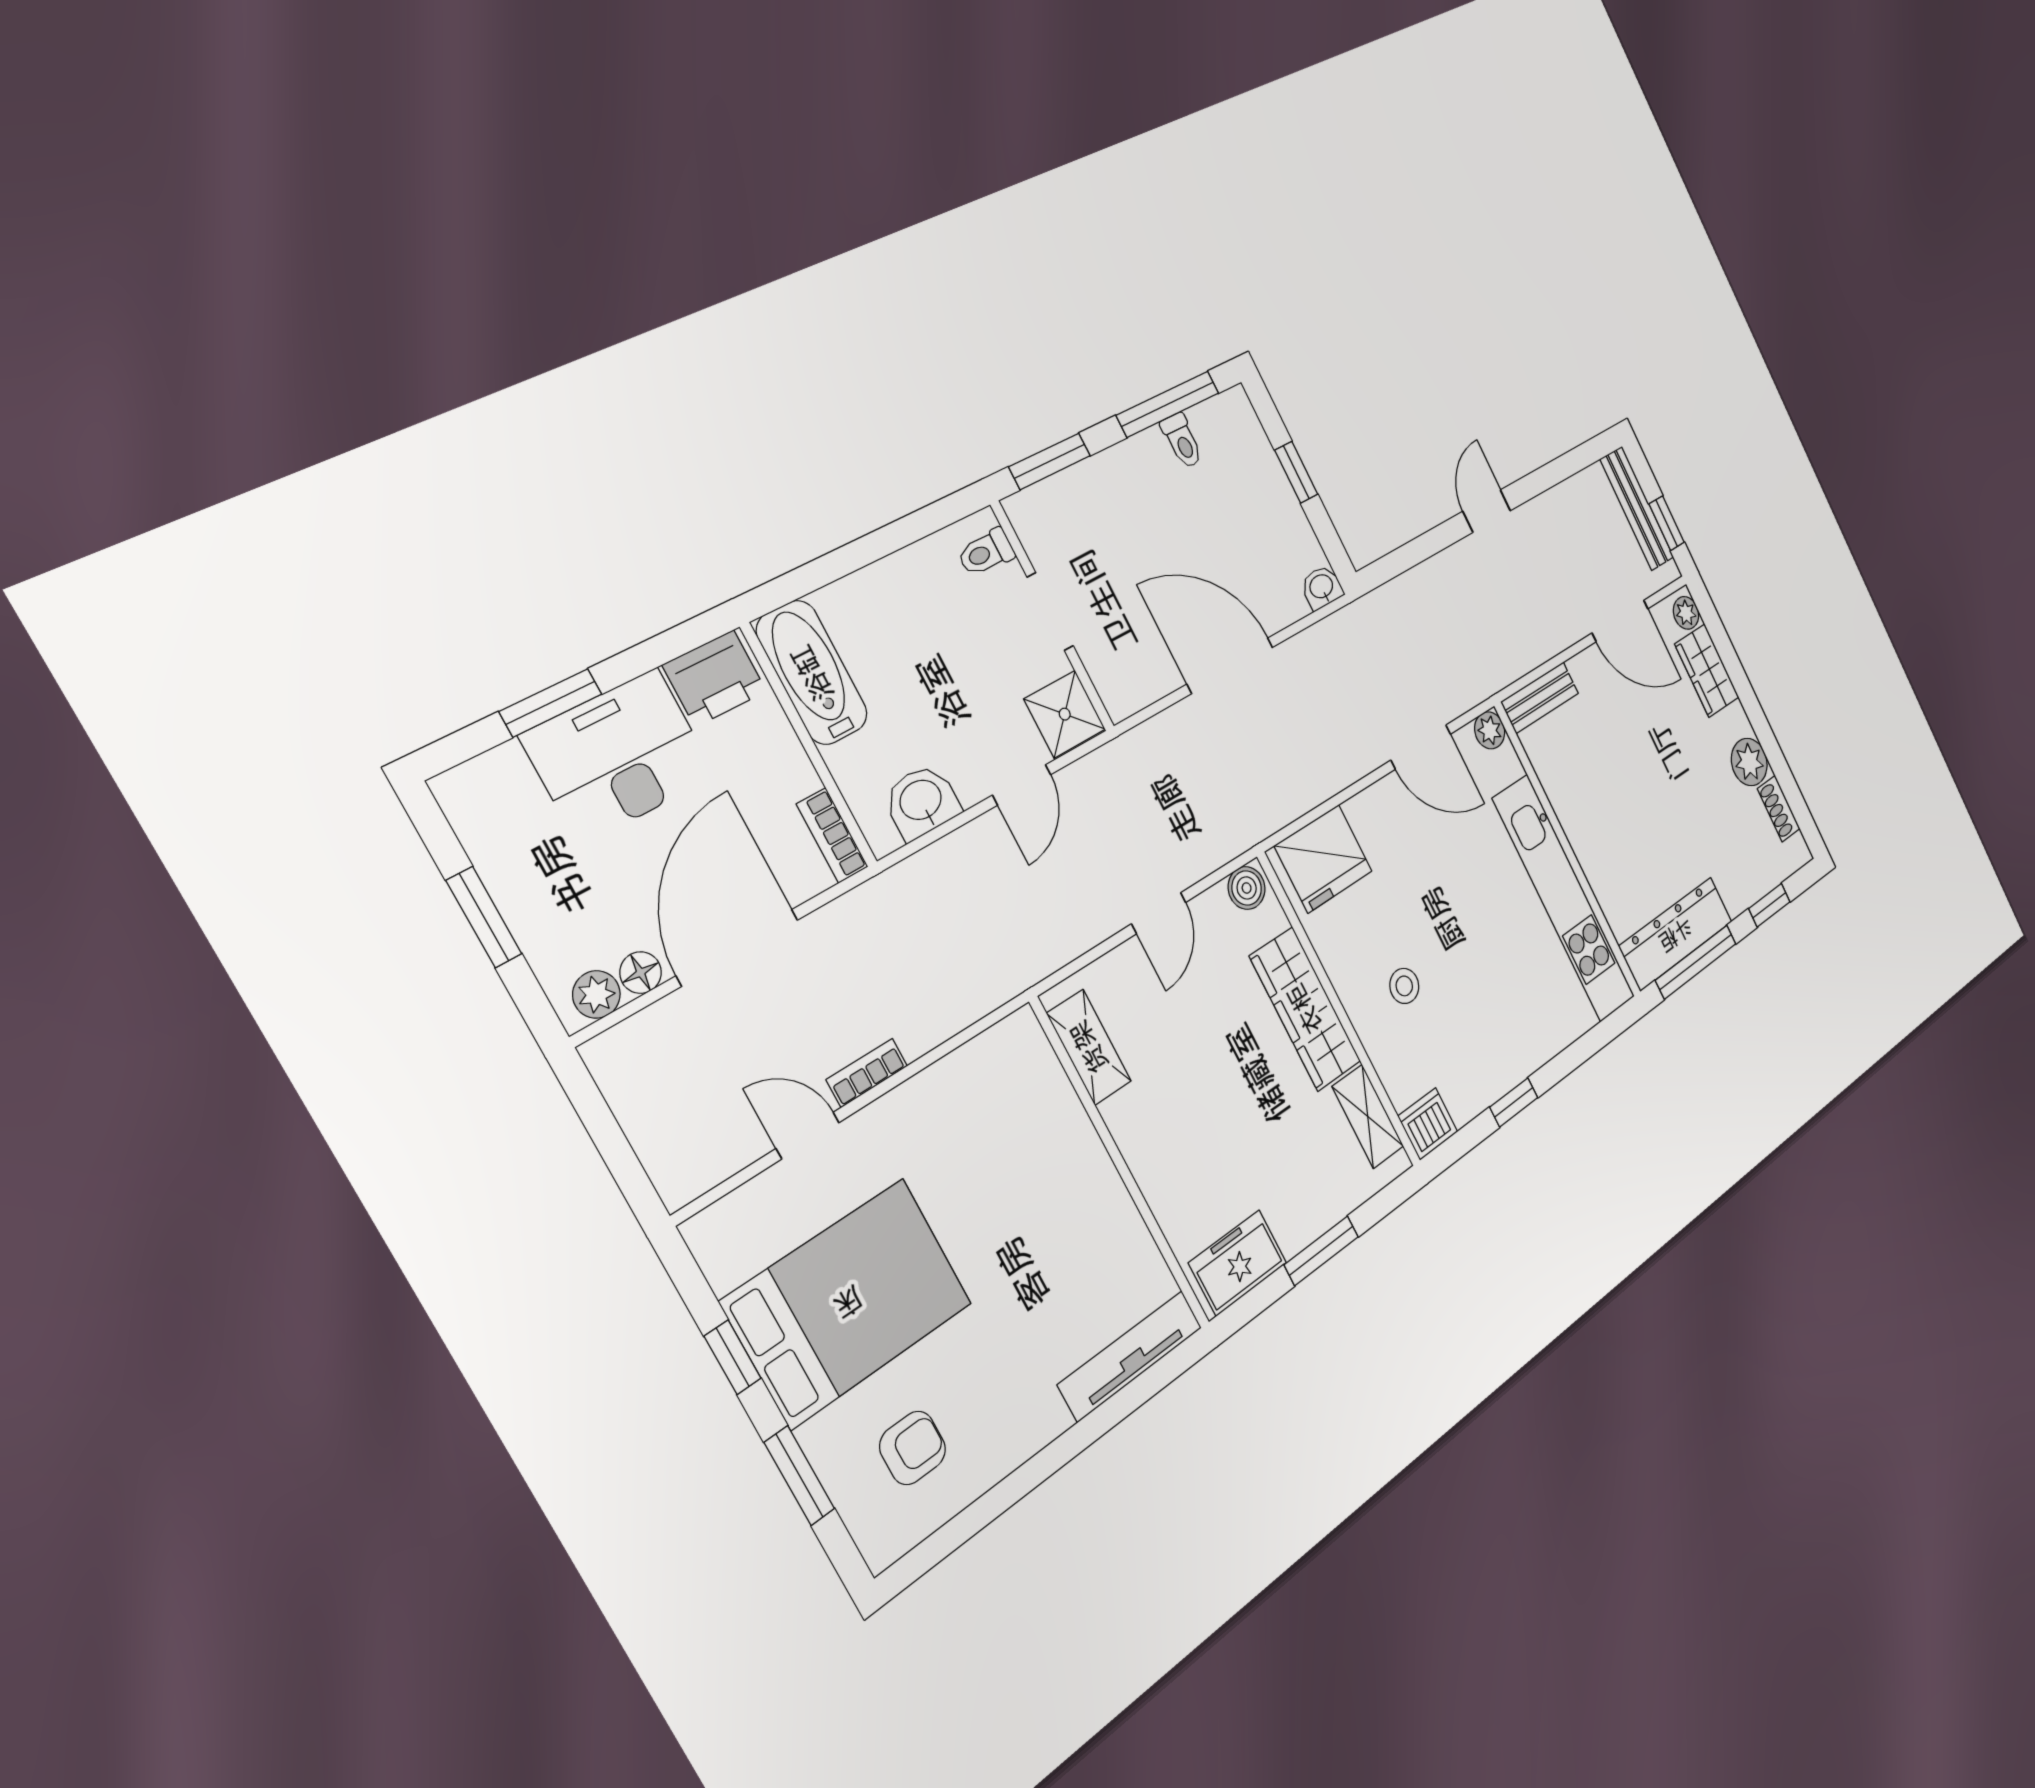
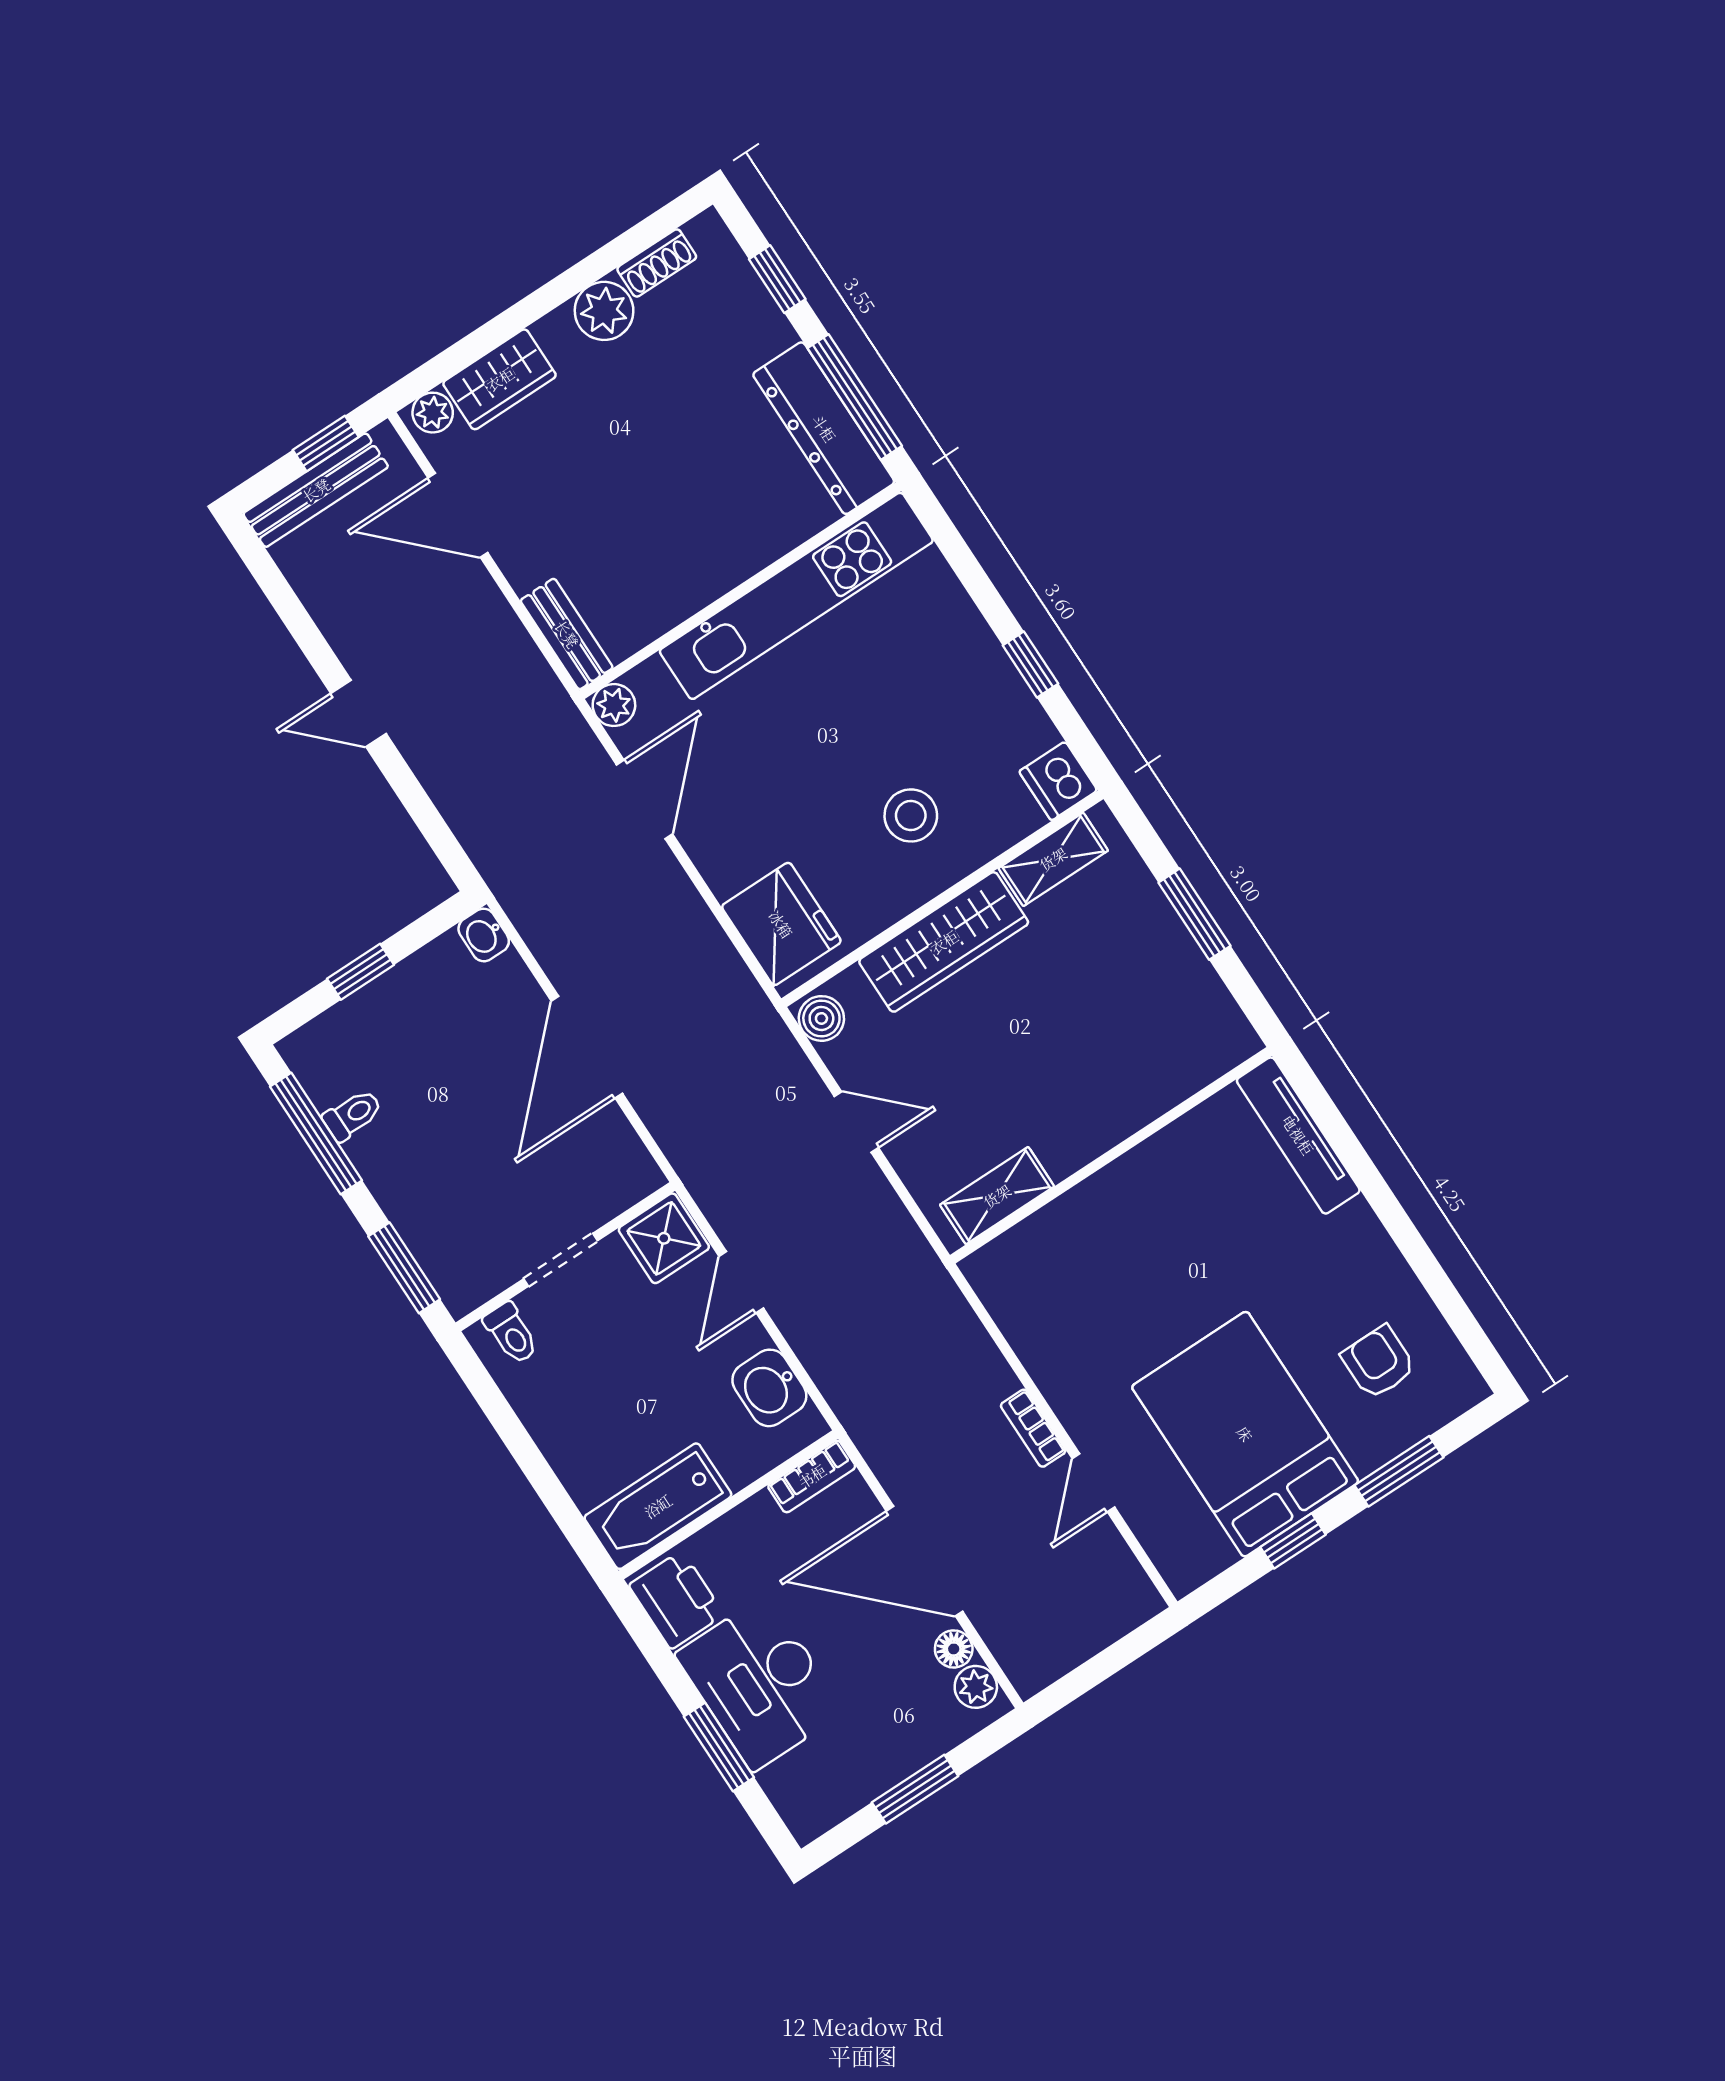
door: (1620, 621) -> (458, 515), swing flipped
door: (1022, 785) -> (741, 1282), swing flipped
stool: (1404, 986) -> (911, 815), width x1.37, depth x1.37
freezer: (1238, 1263) -> (1207, 1015), removed

